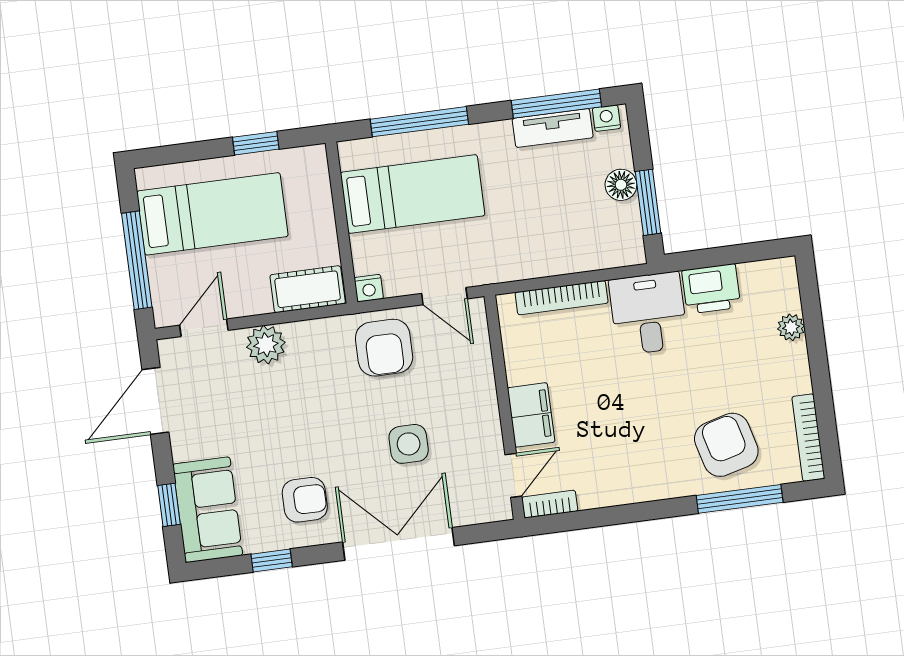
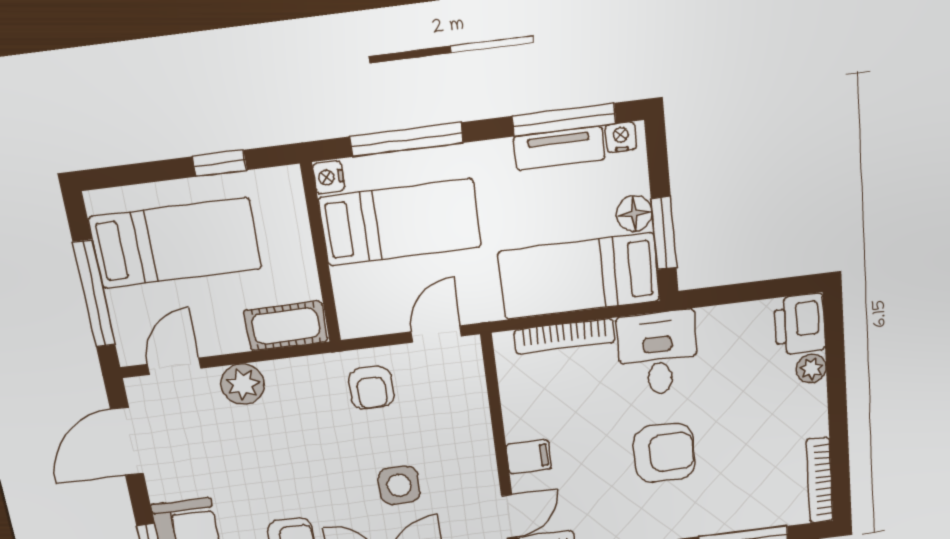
bed: (573, 242) -> (579, 276), added
nightstand: (369, 288) -> (329, 177), moved, turned 90
printer: (711, 289) -> (800, 324), moved, turned 90
door: (444, 296) -> (436, 334), swing flipped
armchair: (384, 348) -> (371, 388), width x0.72, depth x0.72
filing cabinet: (531, 415) -> (529, 457), width x0.50
armchair: (726, 445) -> (664, 453), moved, turned 105

